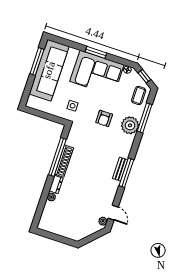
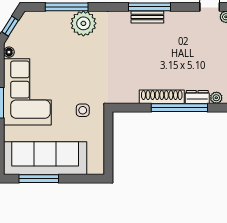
coffee table: (139, 95) -> (39, 25), removed
armchair: (104, 118) -> (86, 62), removed
window: (57, 157) -> (179, 108), moved

